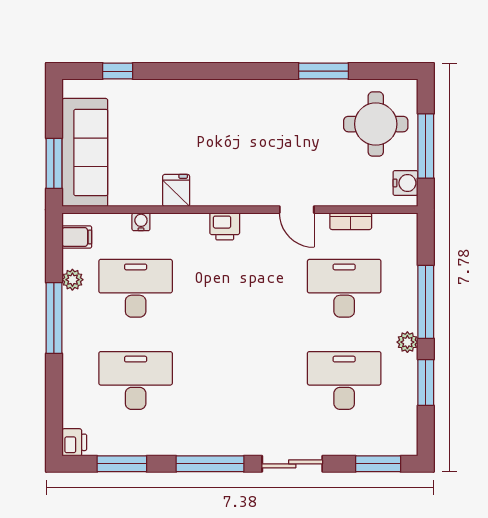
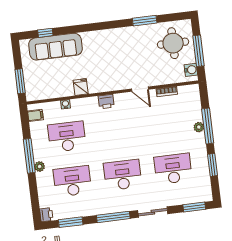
sofa: (85, 152) -> (55, 47), moved, turned 90
plant: (72, 280) -> (40, 167), moved
desk: (344, 288) -> (123, 175), moved
plant: (407, 342) -> (199, 127), moved

